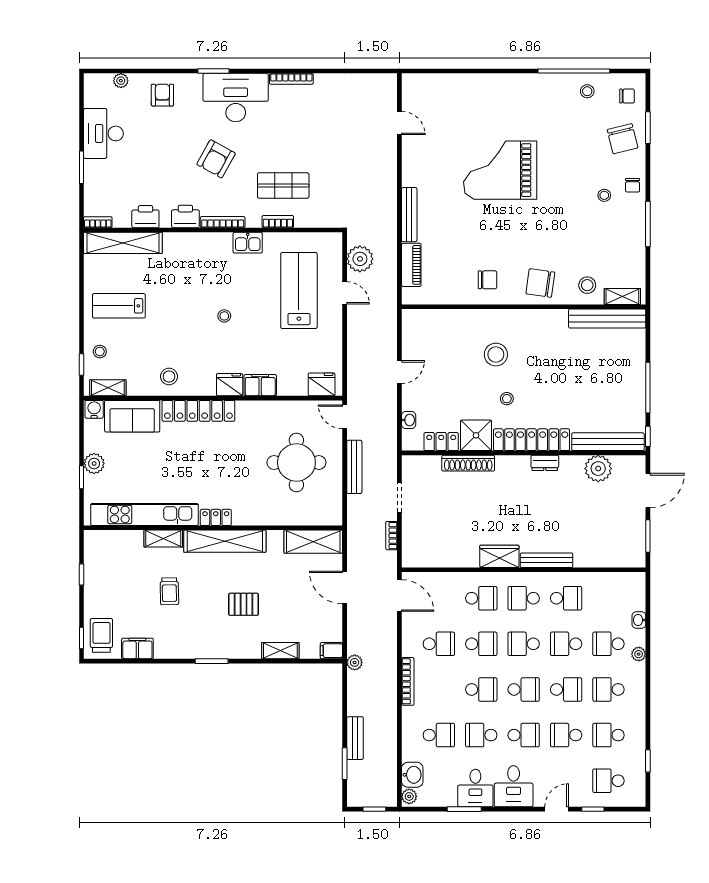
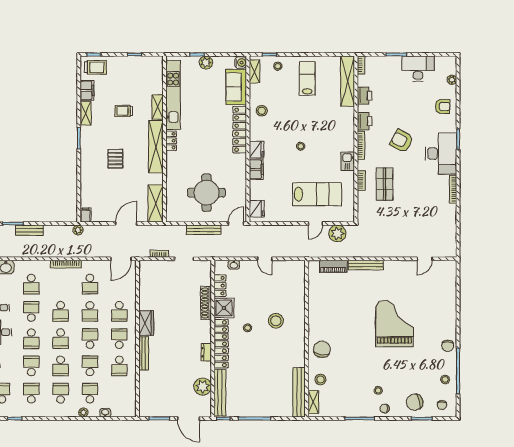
chair: (487, 280) -> (448, 346), moved
shelving: (280, 651) -> (86, 113), moved

